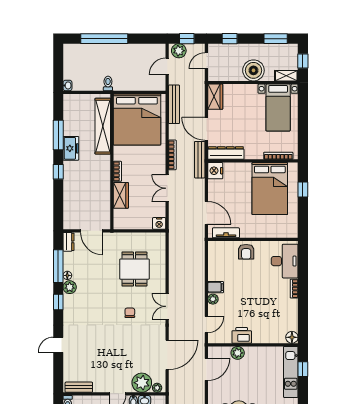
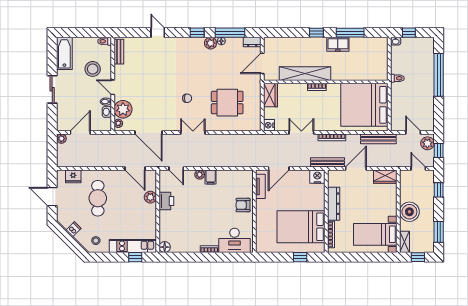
window: (58, 71) -> (409, 33), added
shelving: (103, 126) -> (305, 74), moved
dresser: (226, 153) -> (334, 204), moved
wardrobe: (121, 195) -> (270, 95), moved, turned -90

